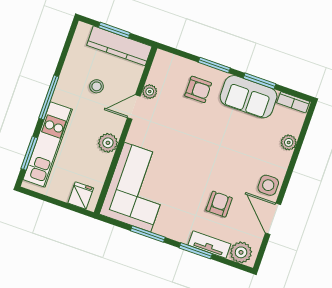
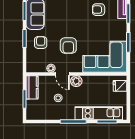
kitchen counter: (119, 46) -> (32, 87), width x0.67
armchair: (177, 133) -> (68, 45), added
plant: (108, 143) -> (76, 81), moved

